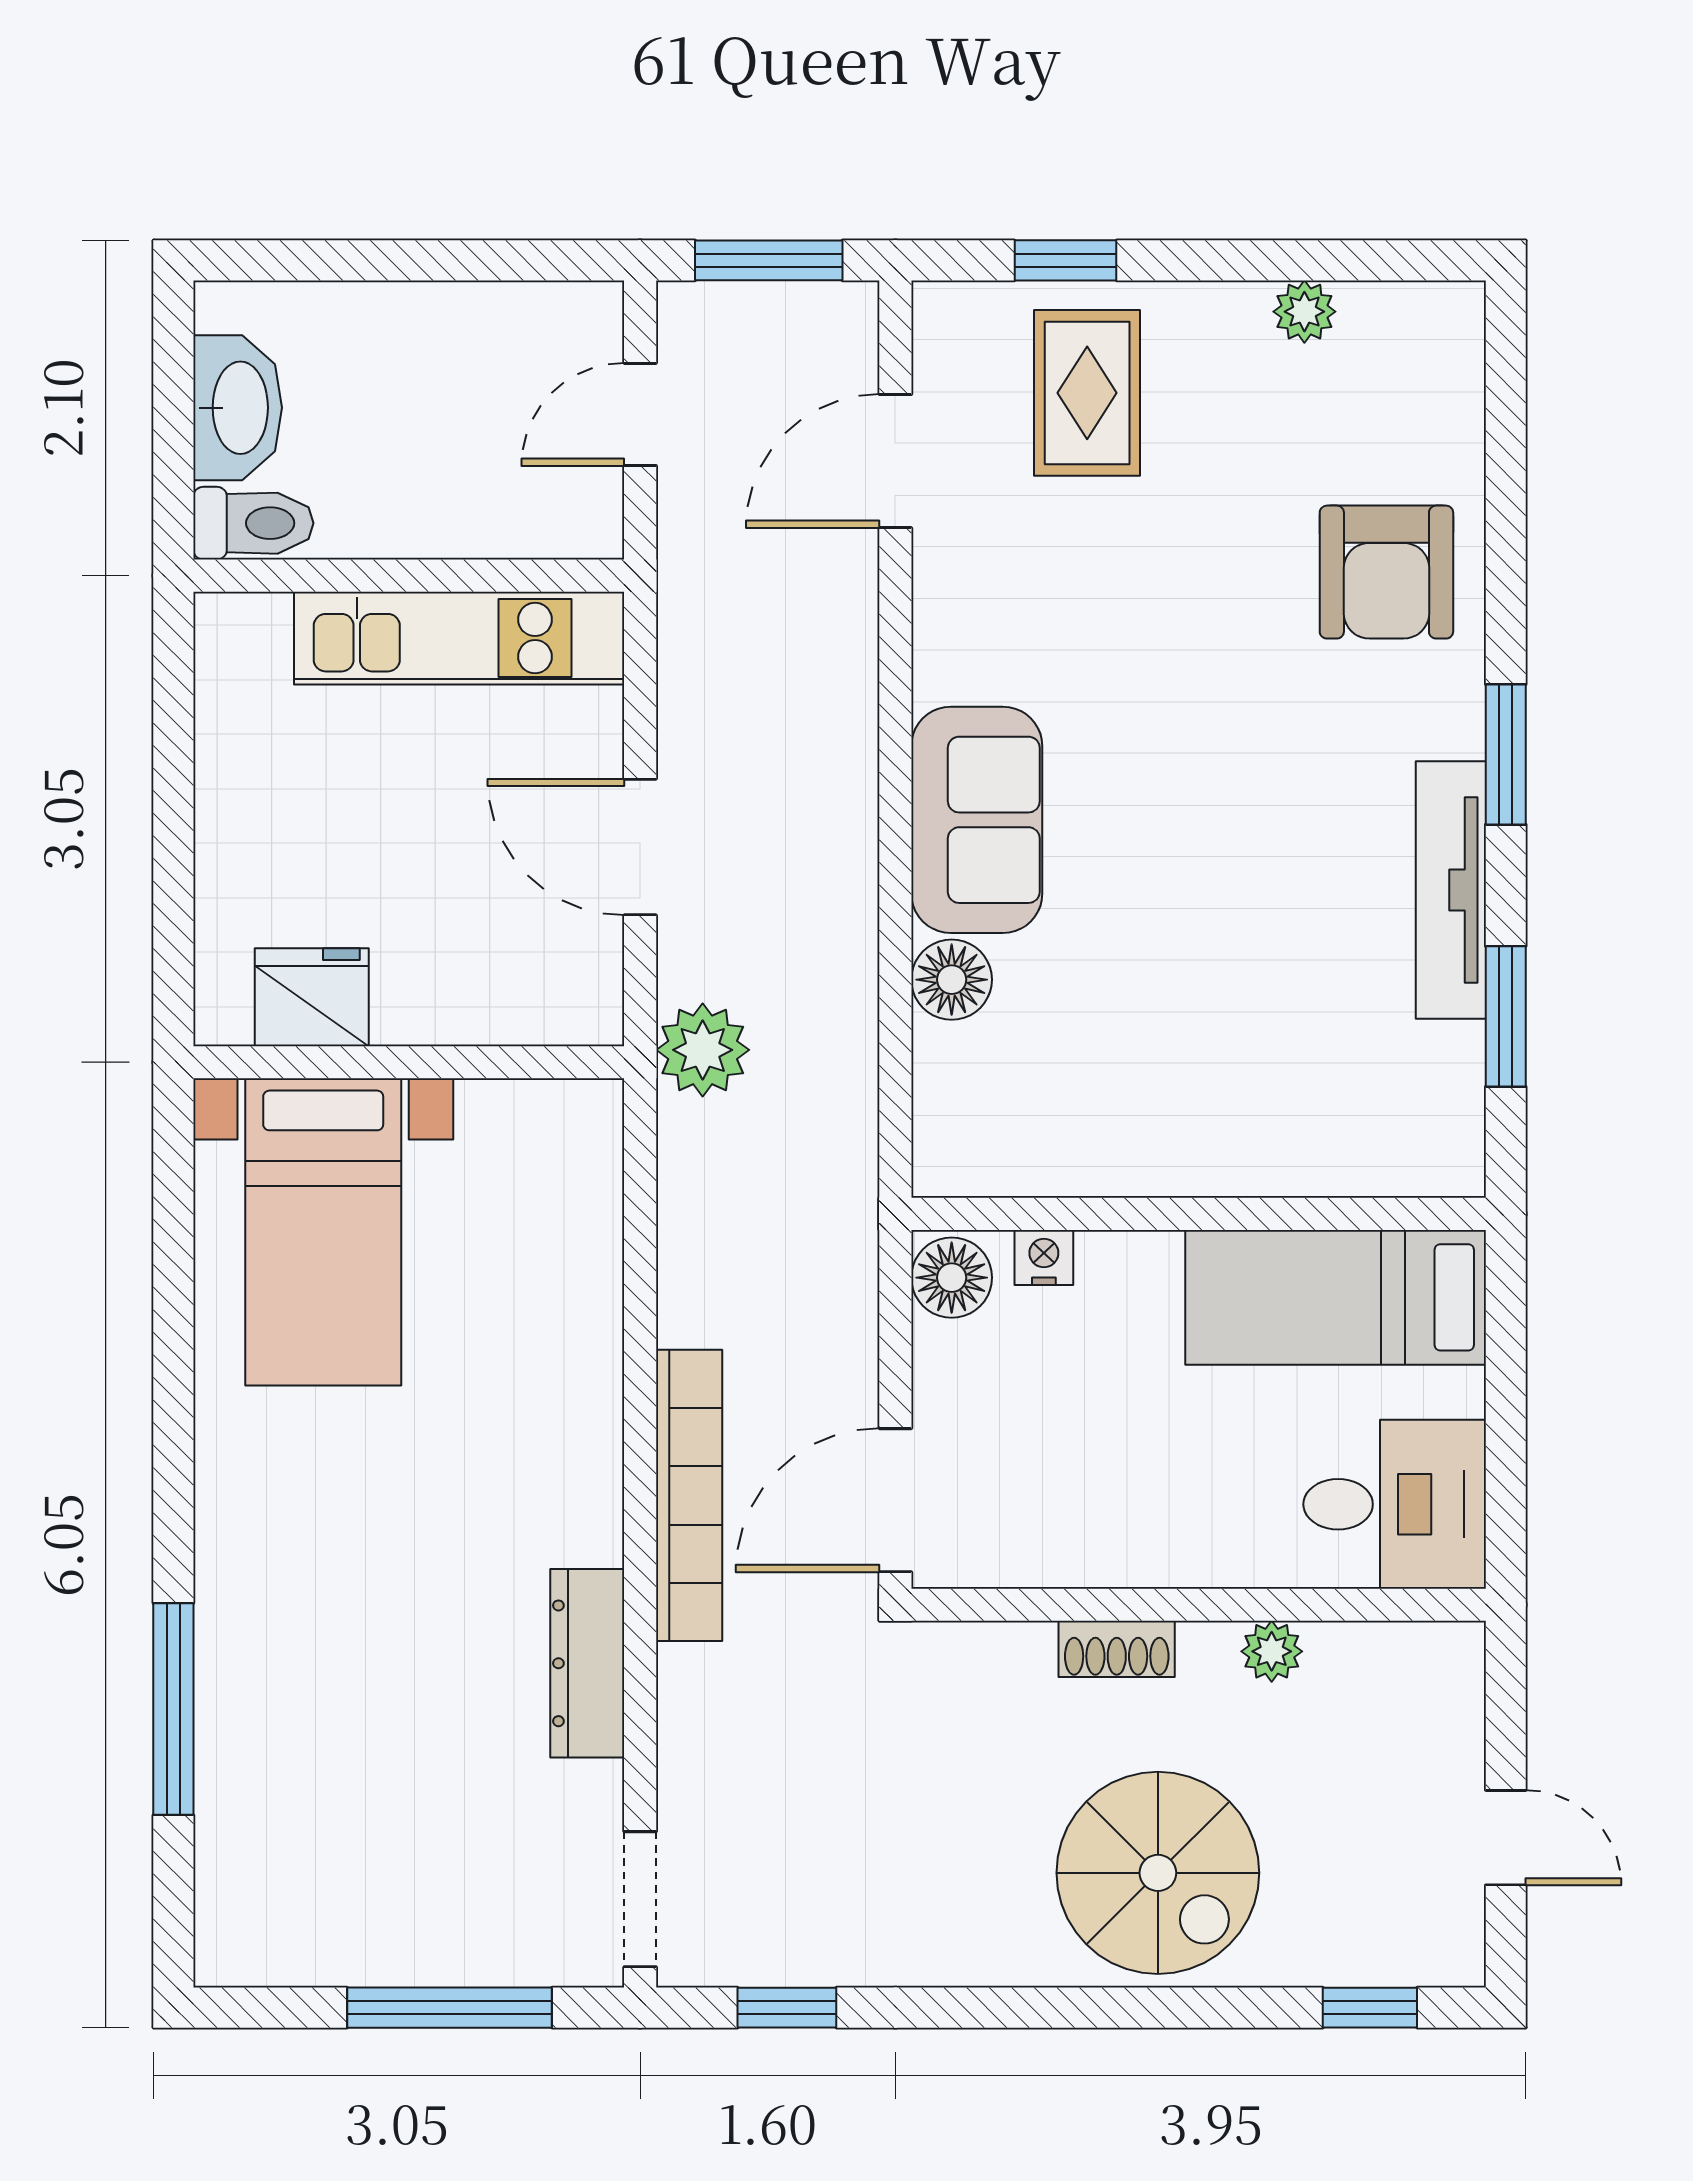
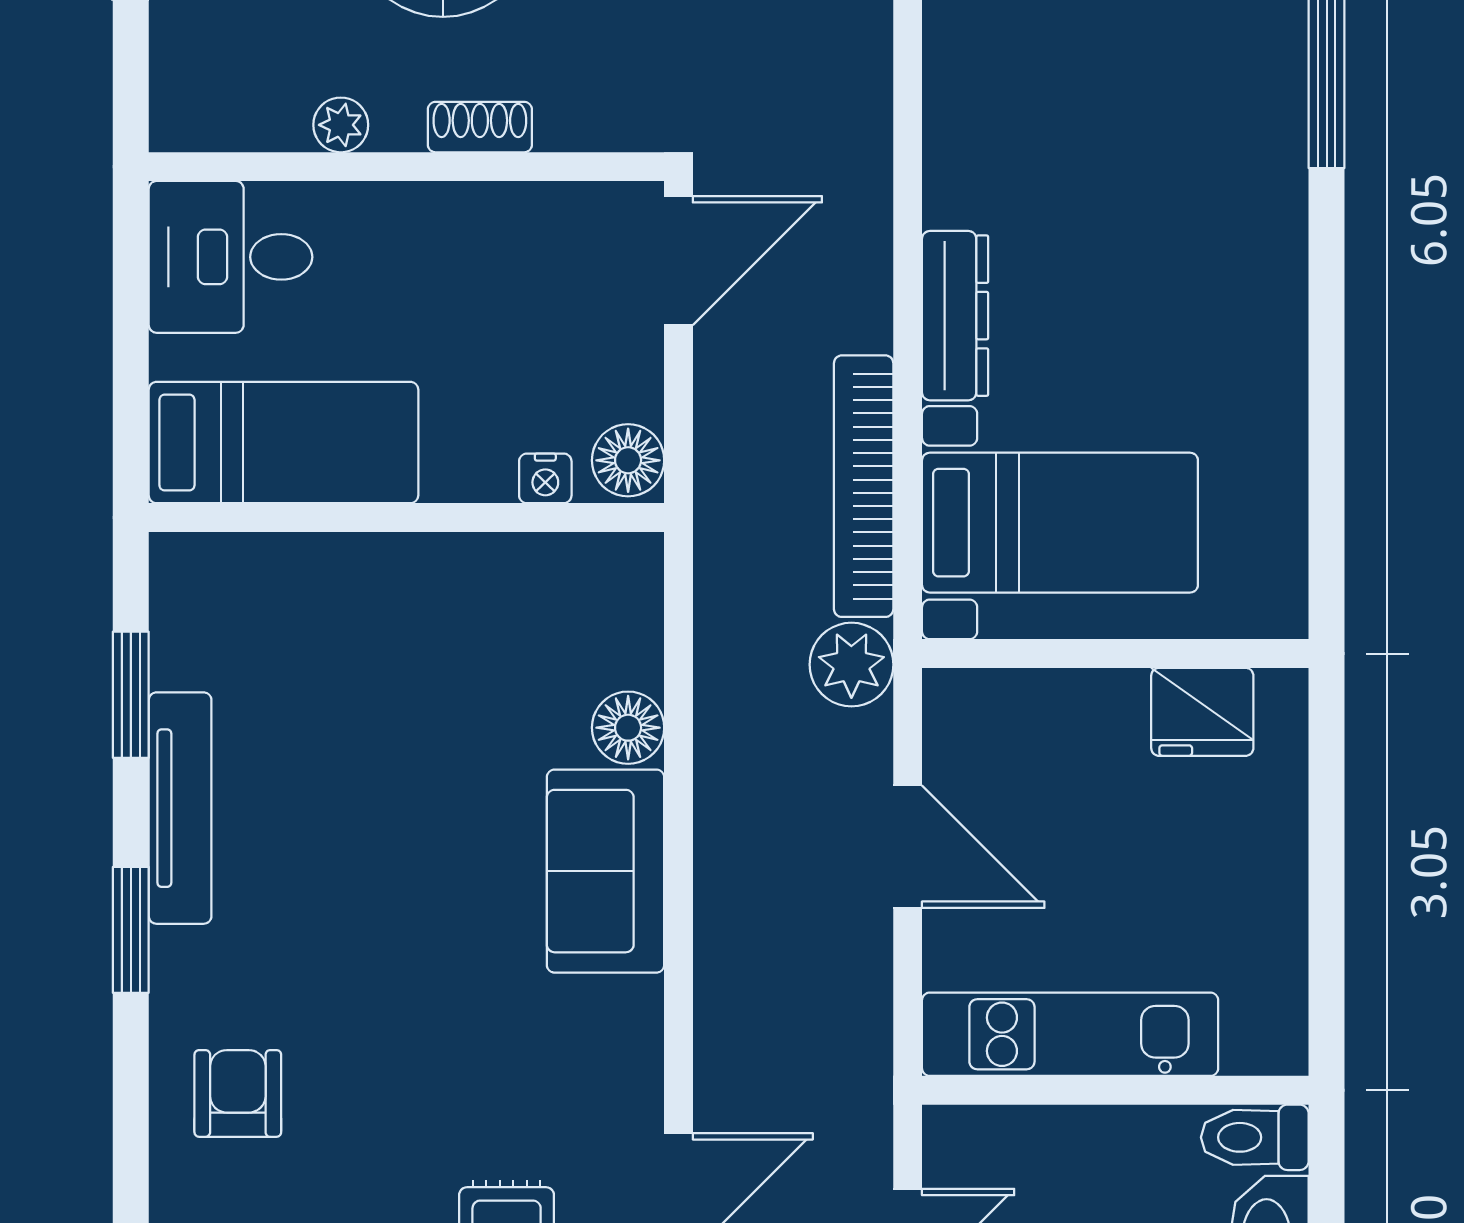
armchair: (1386, 572) -> (238, 1093), width x0.72, depth x0.72
bed with nightstands: (323, 1232) -> (1060, 523), moved, turned 90
bookcase: (689, 1495) -> (864, 486), moved
dresser: (587, 1663) -> (955, 316), moved

